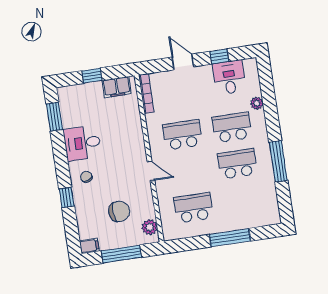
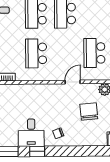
door: (151, 171) -> (73, 82), moved
window: (67, 198) -> (37, 151), moved

